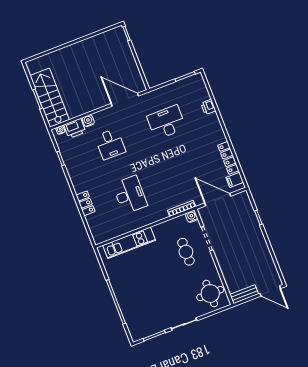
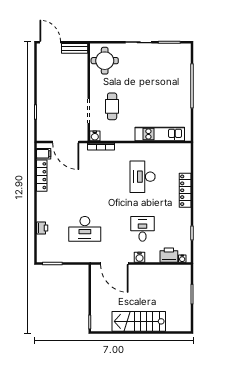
stairs: (50, 98) -> (139, 321), moved, turned 90
water cooler: (88, 121) -> (140, 257), moved
locker: (86, 203) -> (185, 190), width x1.53

